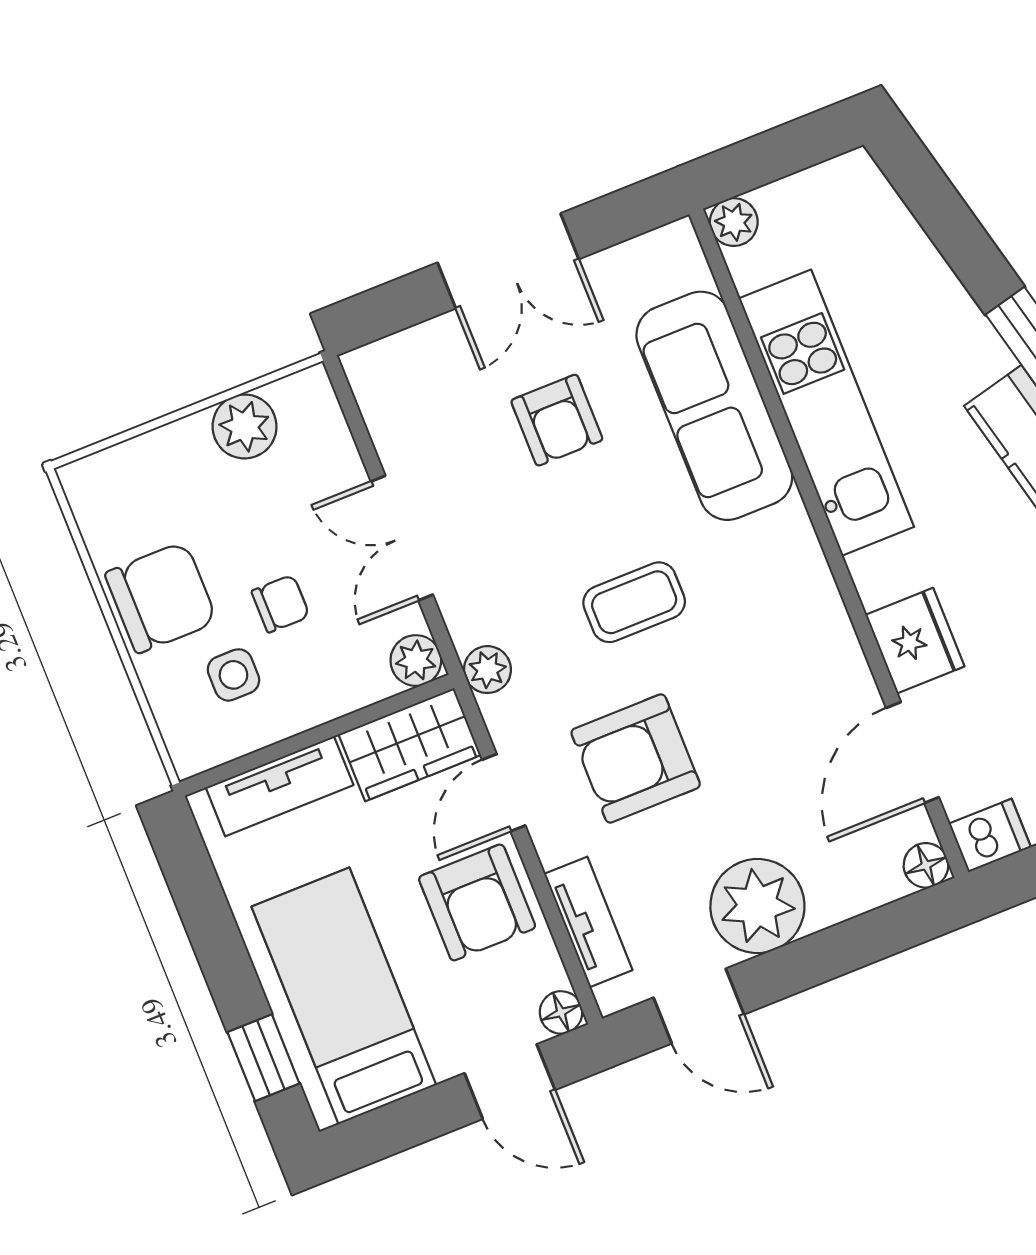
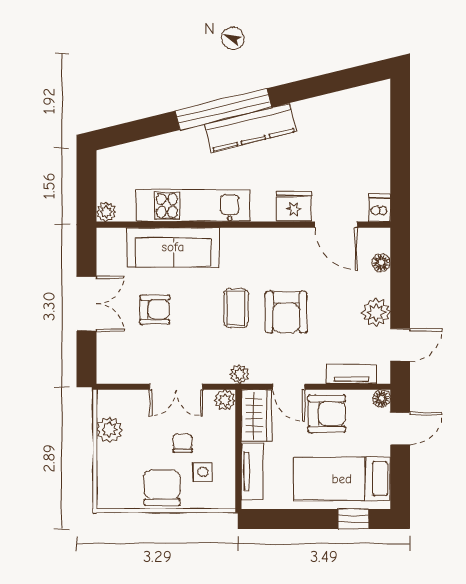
armchair: (636, 758) -> (286, 312), moved
floor lamp: (926, 865) -> (381, 263), moved
plant: (757, 906) -> (376, 312), width x0.73, depth x0.73

